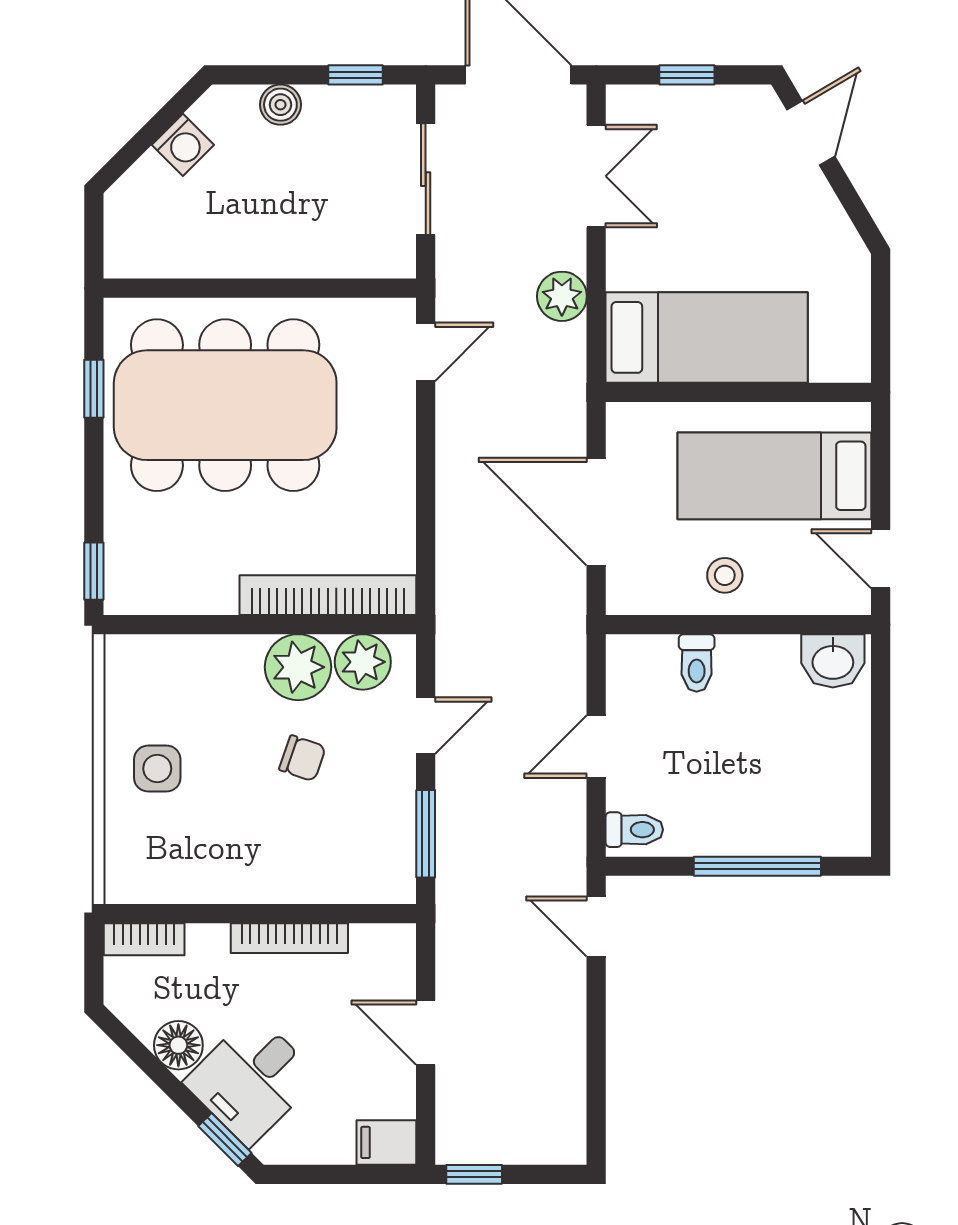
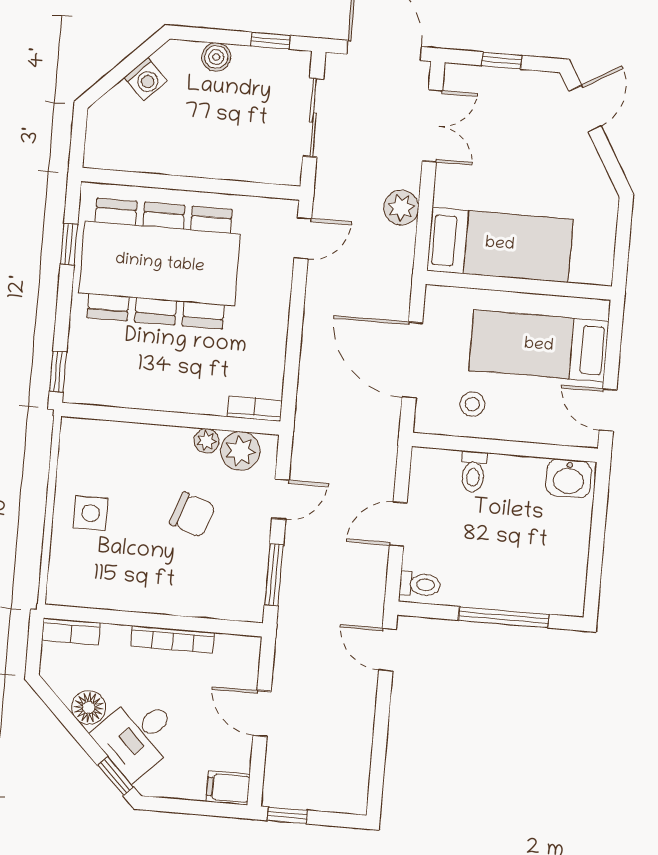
stool: (725, 575) -> (472, 404), moved
bookcase: (328, 595) -> (255, 409), width x0.43, depth x0.76
plant: (298, 667) -> (207, 441), width x0.53, depth x0.53
chair: (302, 758) -> (192, 515), width x1.37, depth x1.37

